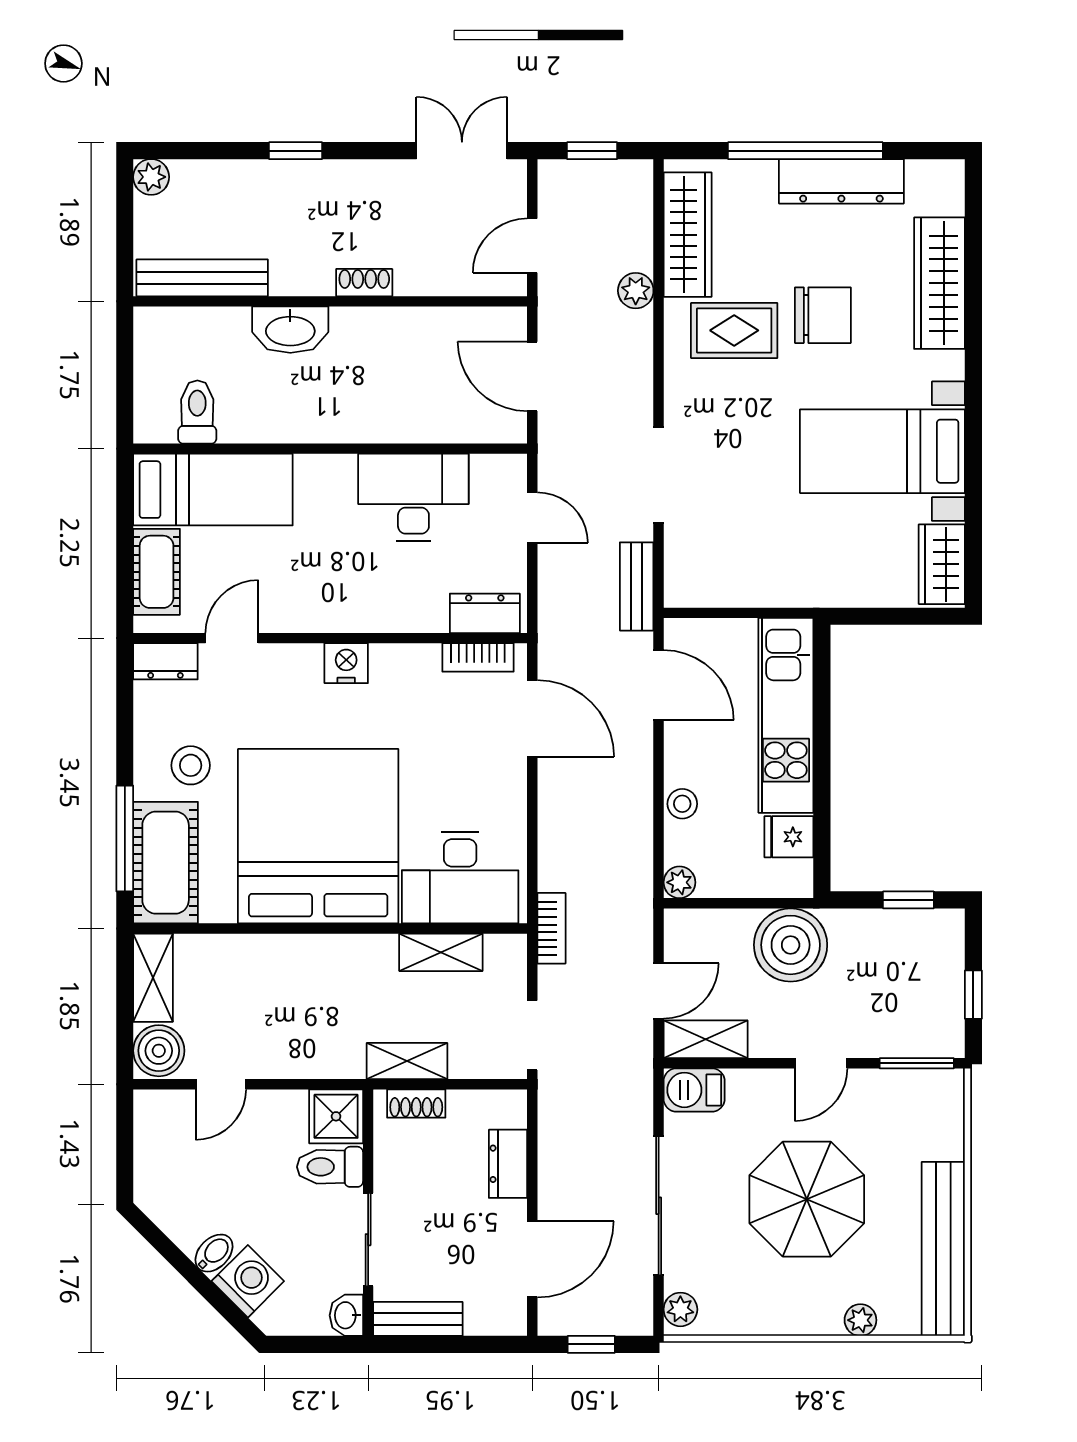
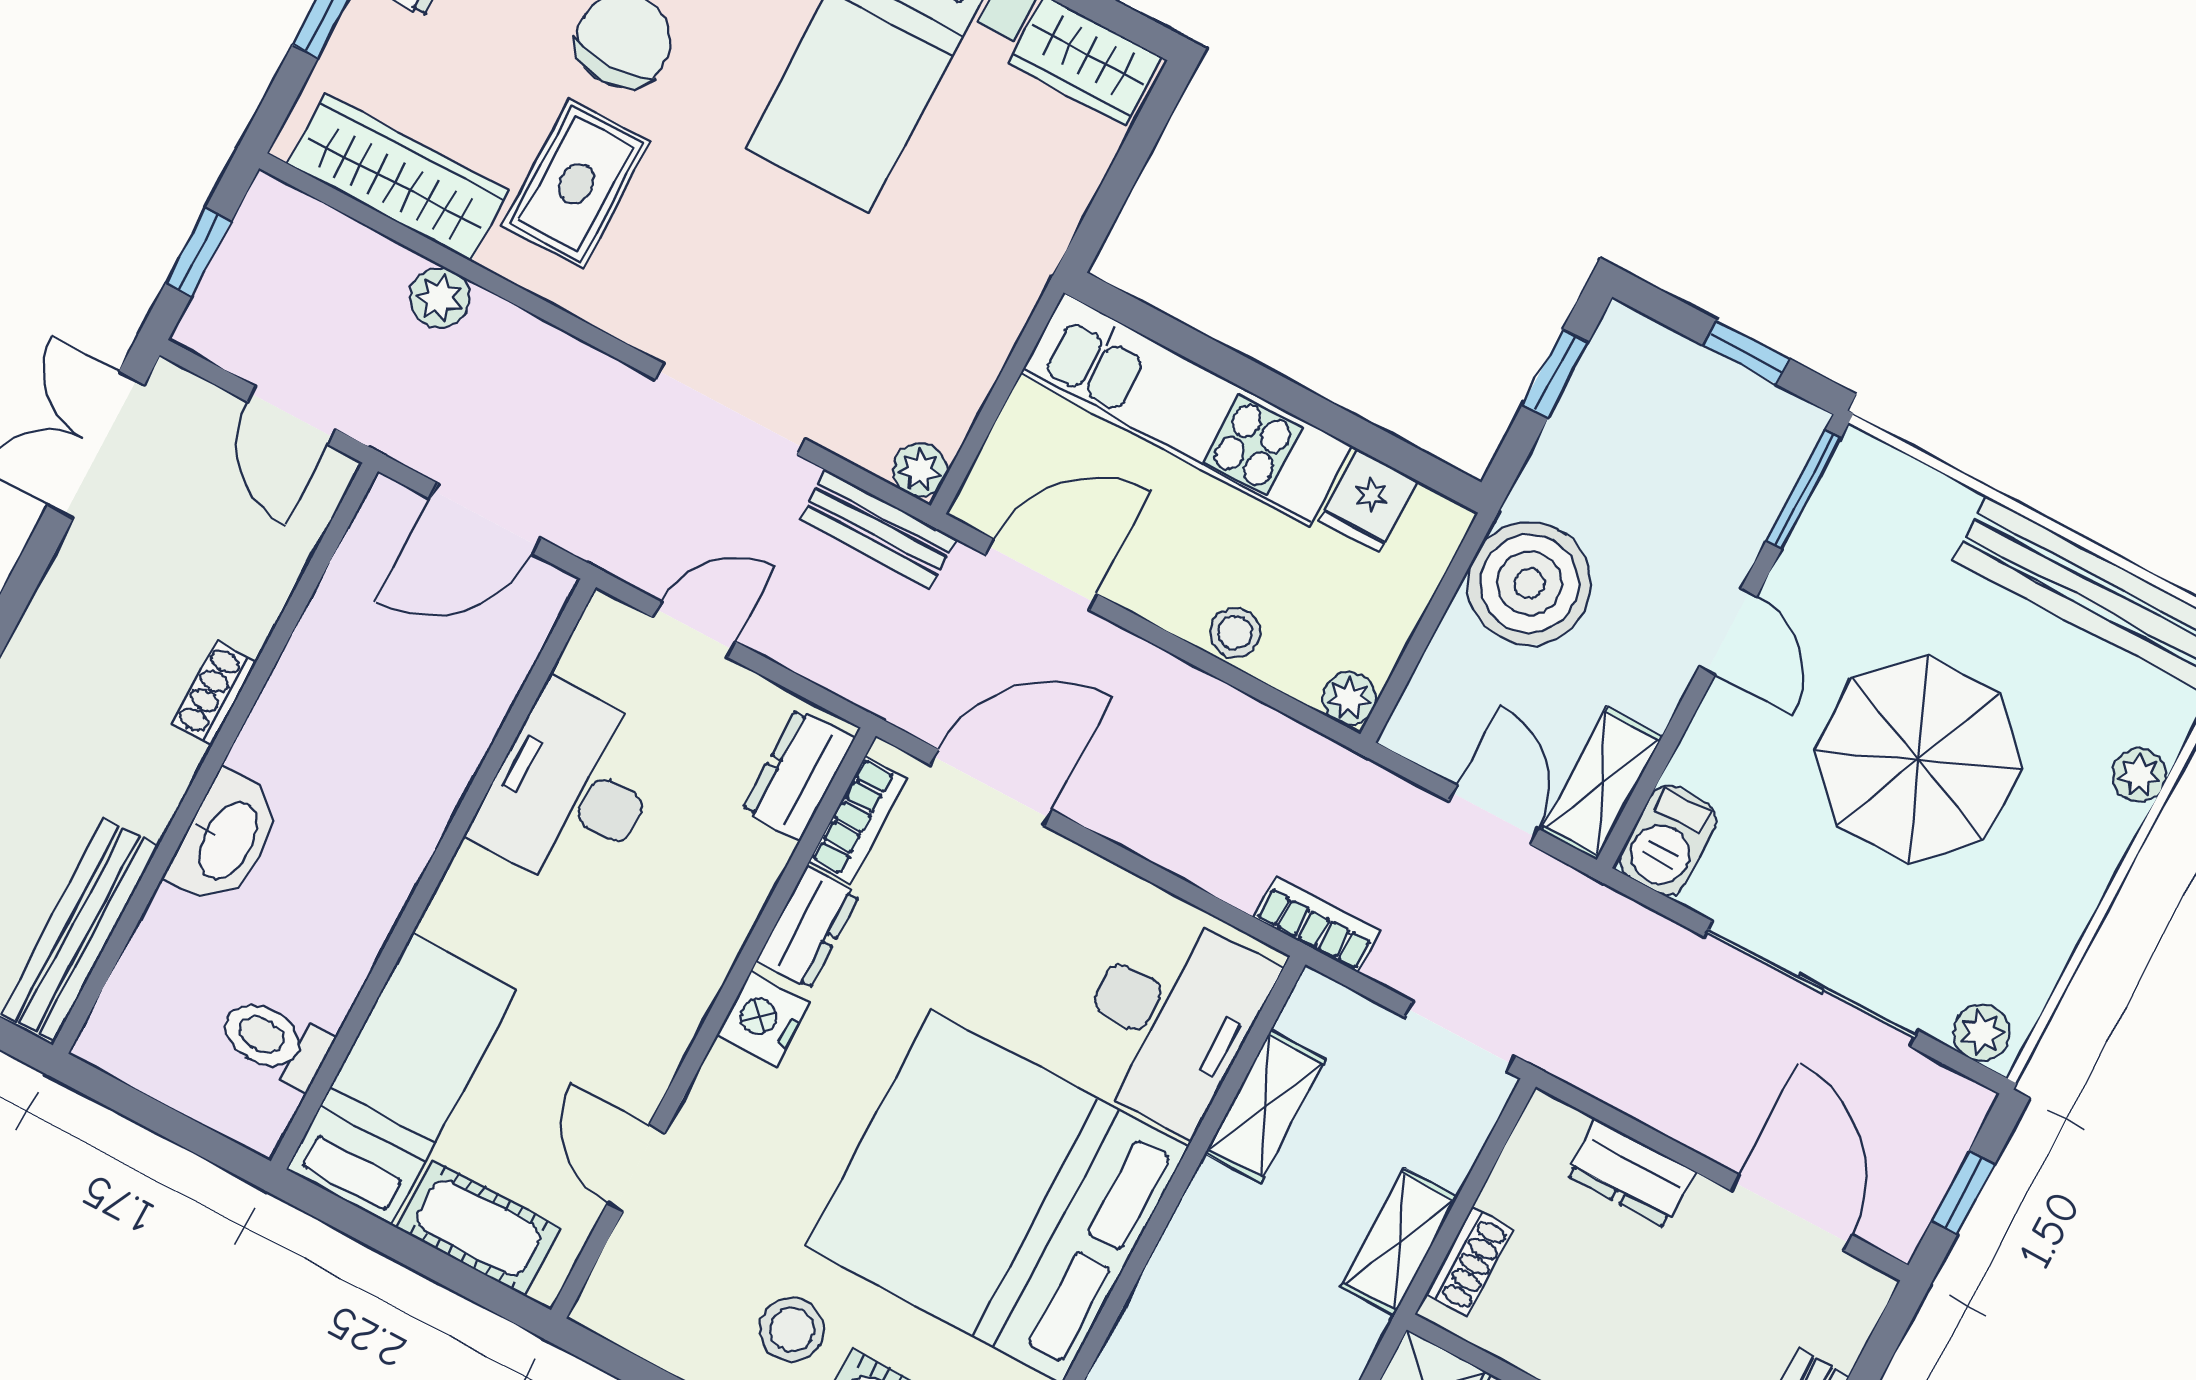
plant: (680, 592) -> (920, 470), added
dresser: (165, 661) -> (808, 928), moved

